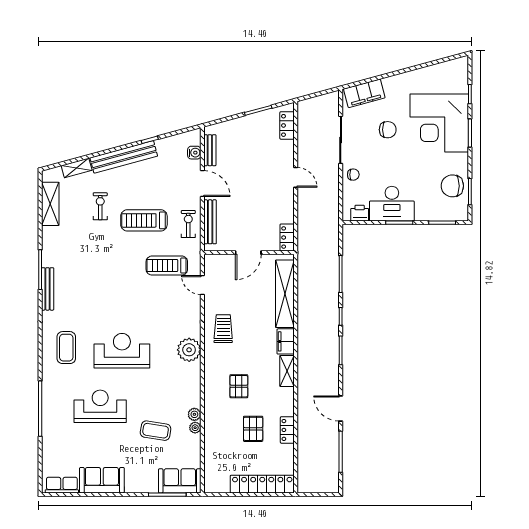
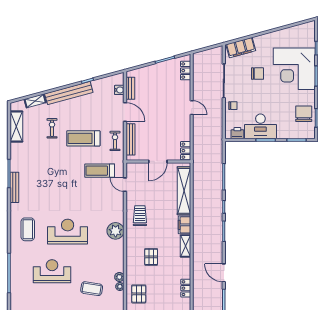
chair: (452, 186) -> (304, 114), turned 90
pallet: (253, 429) -> (139, 294), moved

